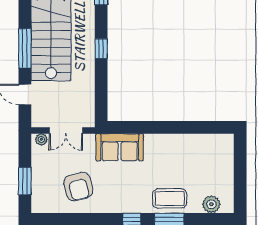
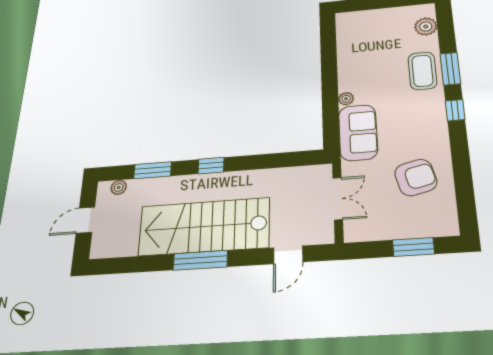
window: (25, 48) -> (200, 260), moved
window: (101, 49) -> (211, 166), moved
plant: (41, 139) -> (346, 99), moved

